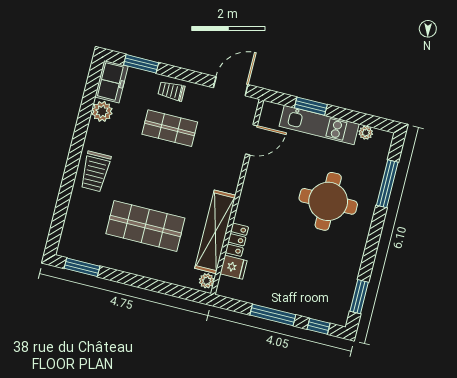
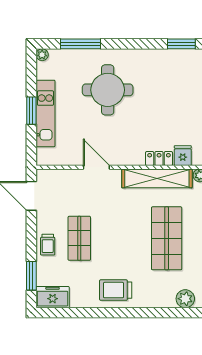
window: (311, 106) -> (31, 111), moved
plant: (102, 111) -> (185, 299), moved
plant: (366, 133) -> (42, 55), moved
door: (251, 140) -> (96, 167), moved
trolley: (95, 171) -> (116, 290), moved, turned 180

